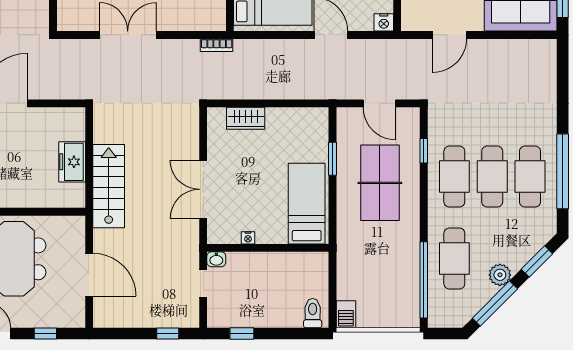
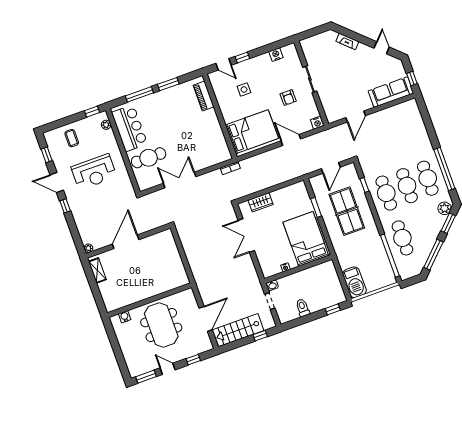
door: (379, 103) -> (331, 168), hinge flipped
freezer: (72, 162) -> (174, 260), removed
stairs: (109, 186) -> (238, 330), moved, turned -90
double door: (203, 189) -> (246, 236), moved
bed: (307, 204) -> (306, 239), width x1.50
door: (89, 275) -> (206, 319), hinge flipped
plant: (500, 275) -> (445, 208), moved
toilet: (313, 313) -> (303, 308), moved
barbecue: (346, 314) -> (354, 282), width x1.88, depth x1.53
window: (242, 333) -> (333, 309), moved

